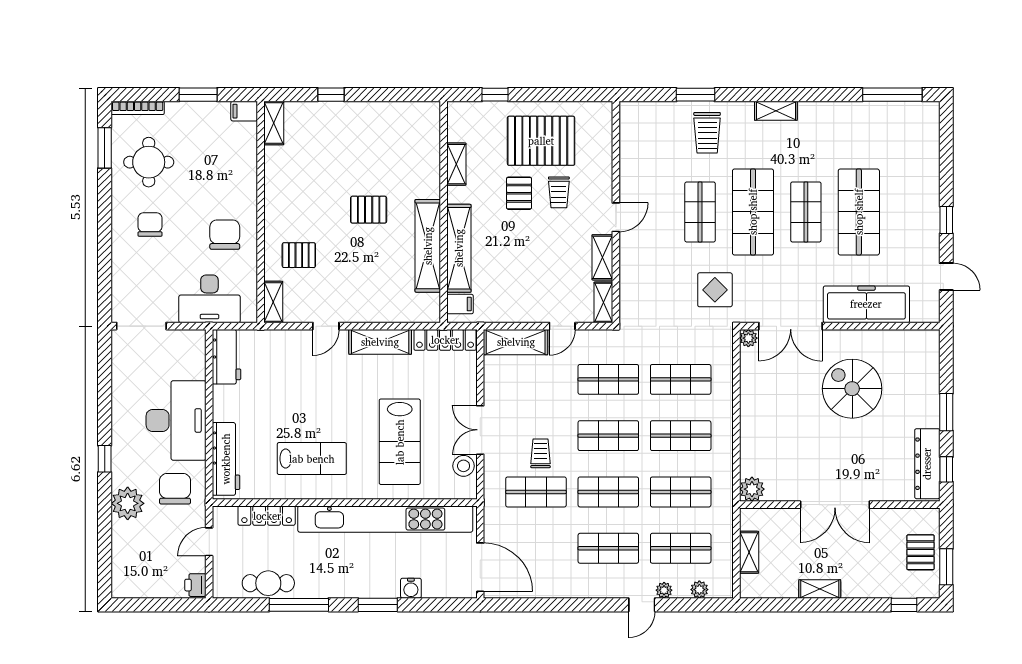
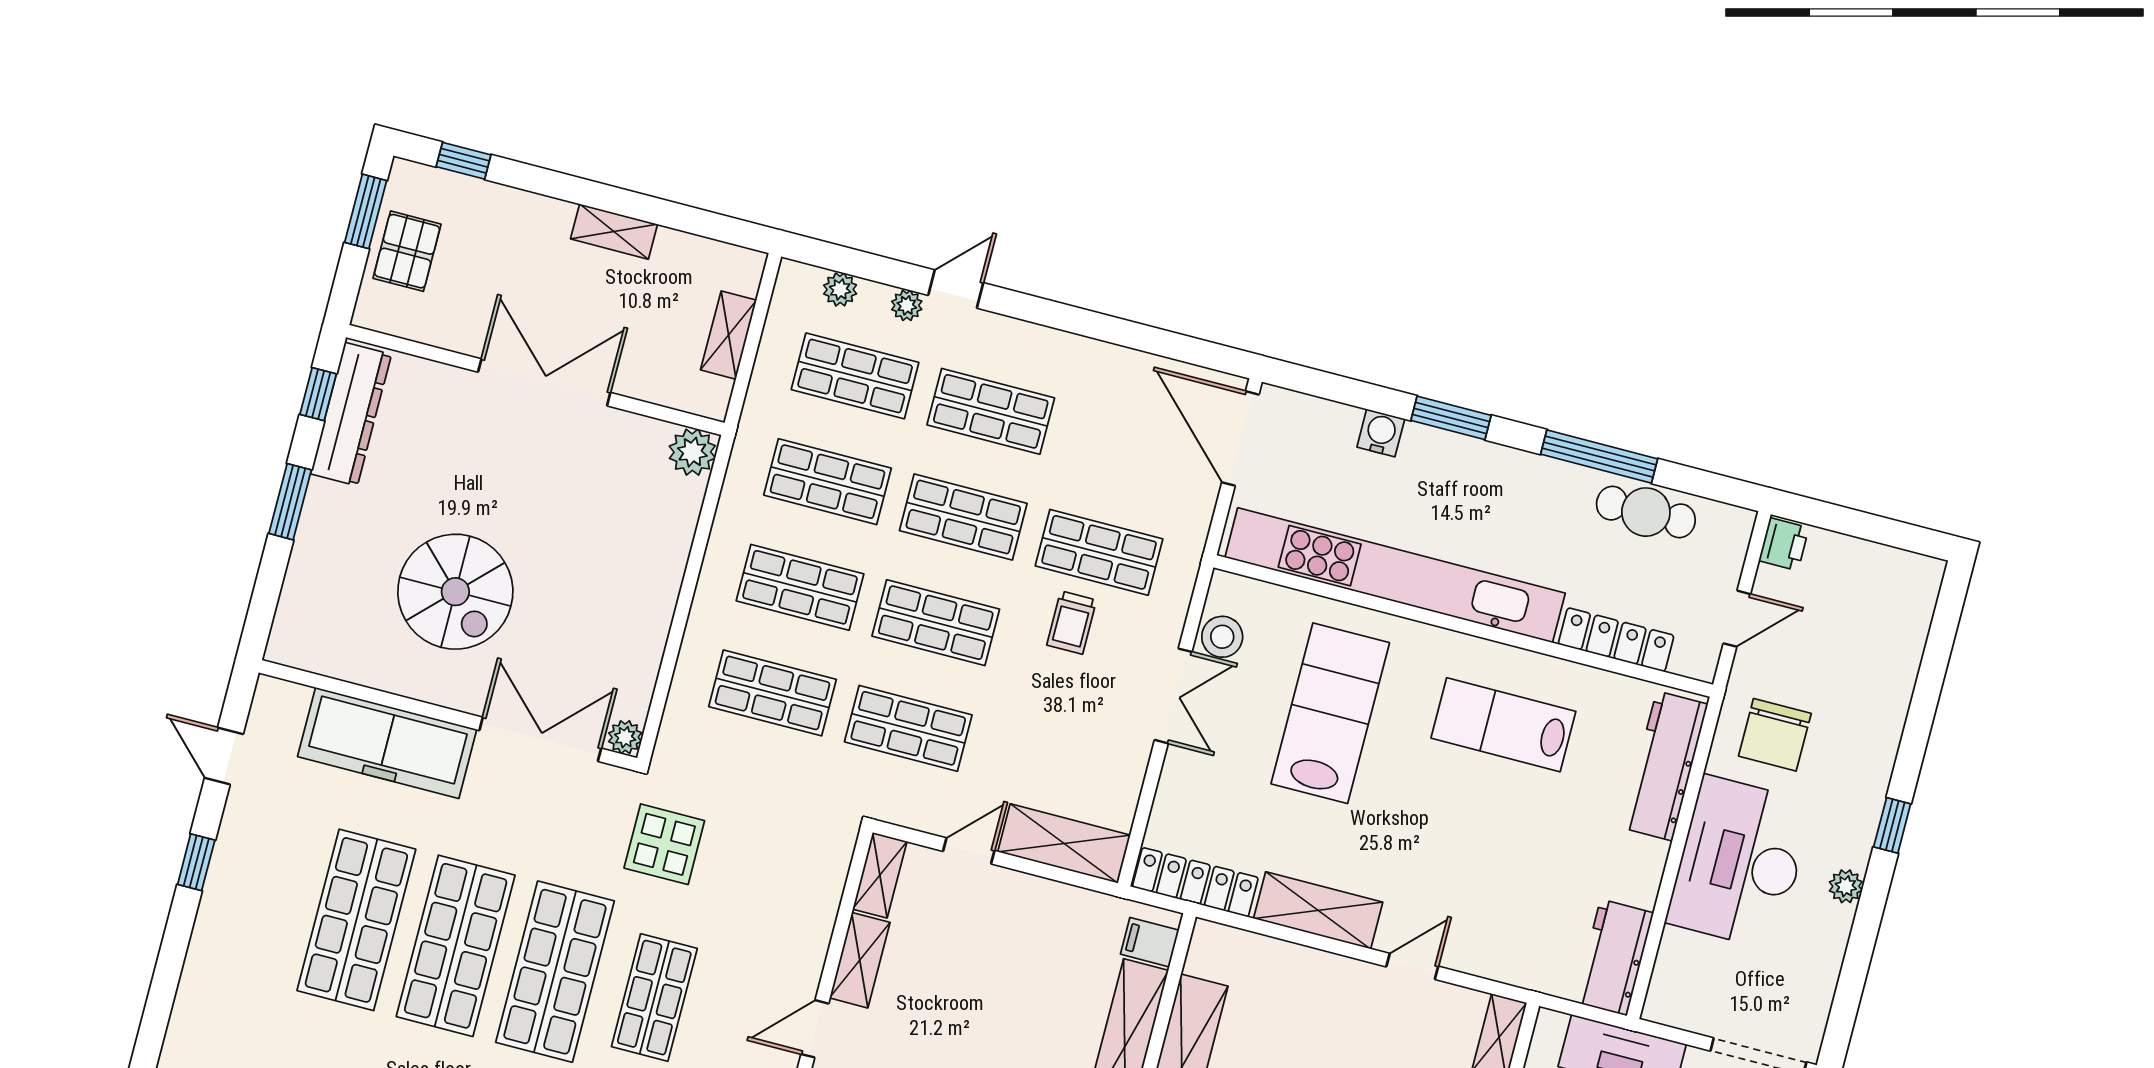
shop shelf: (806, 212) -> (456, 946), width x1.43, depth x1.36
plant: (128, 503) -> (1846, 886), moved, width x0.53, depth x0.53

